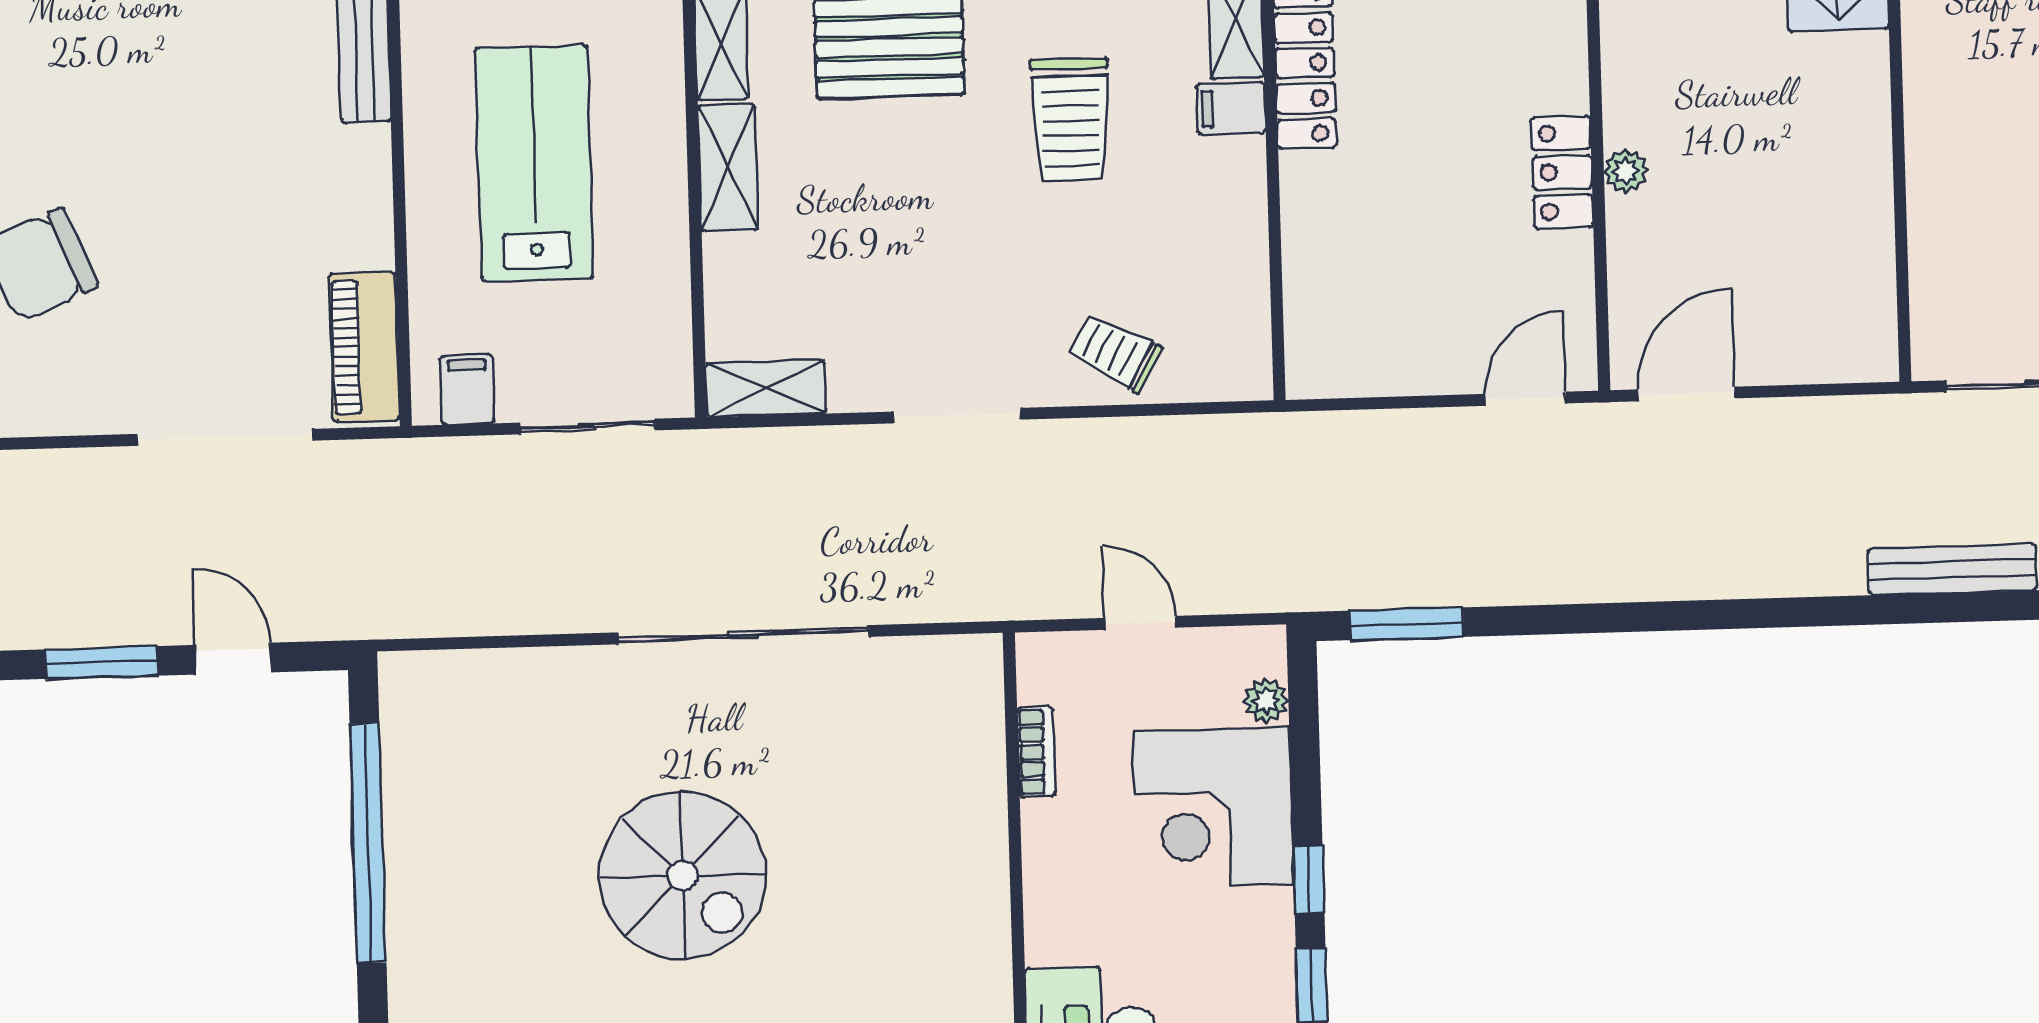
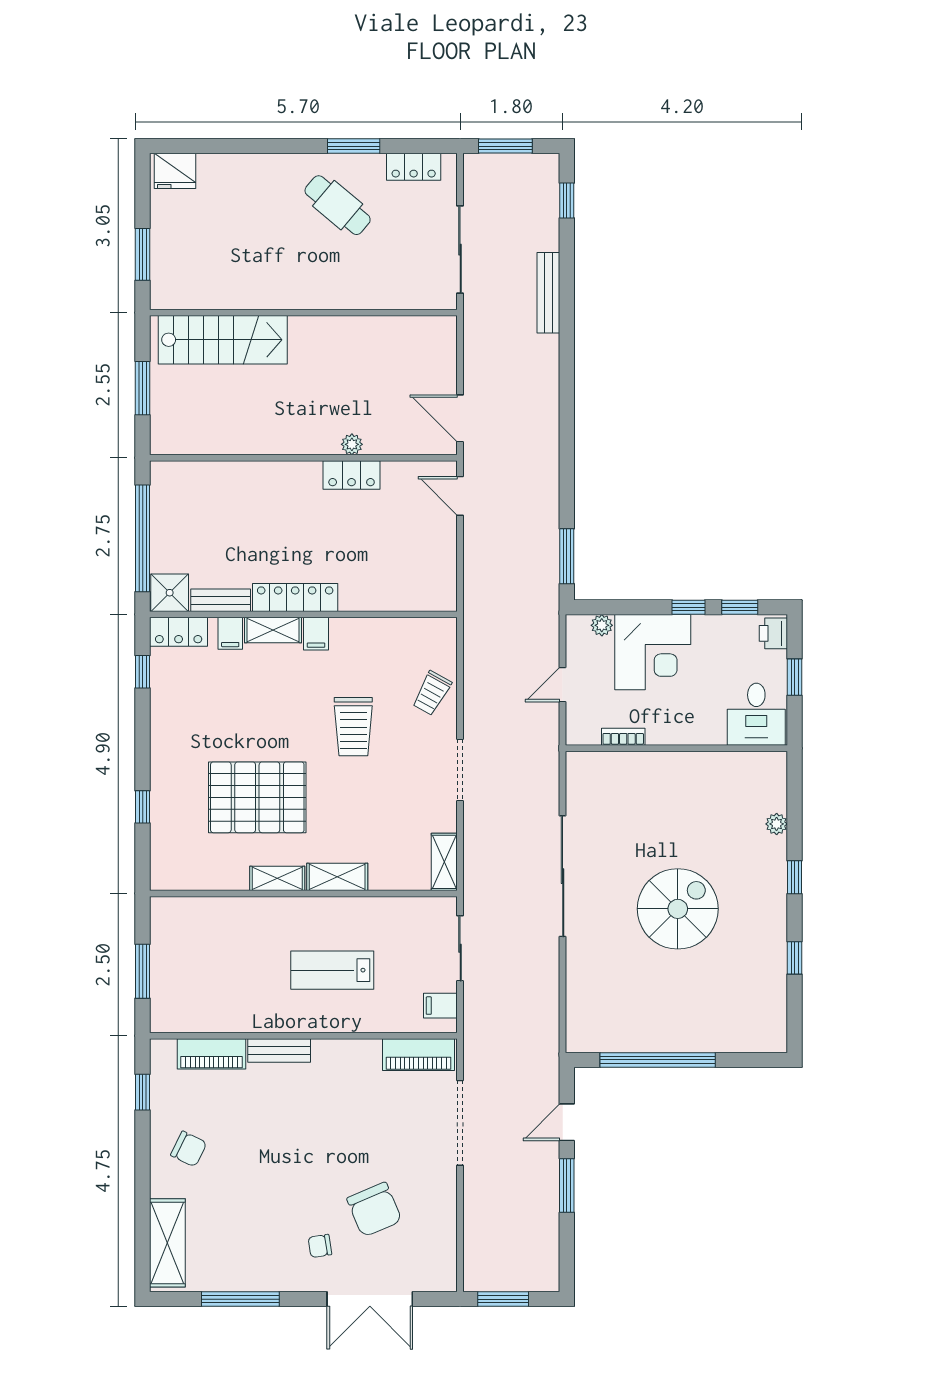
trolley: (1070, 119) -> (353, 727), moved, turned 90
lab bench: (534, 163) -> (332, 970), width x0.73, depth x0.72

